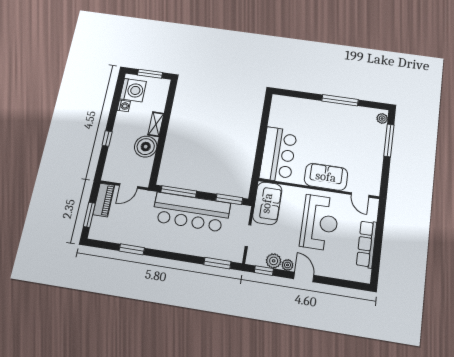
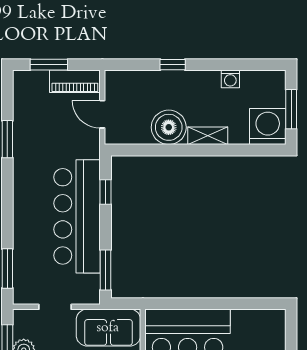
washing machine: (133, 90) -> (268, 127), moved, turned 180
window: (179, 192) -> (106, 192), width x0.46

